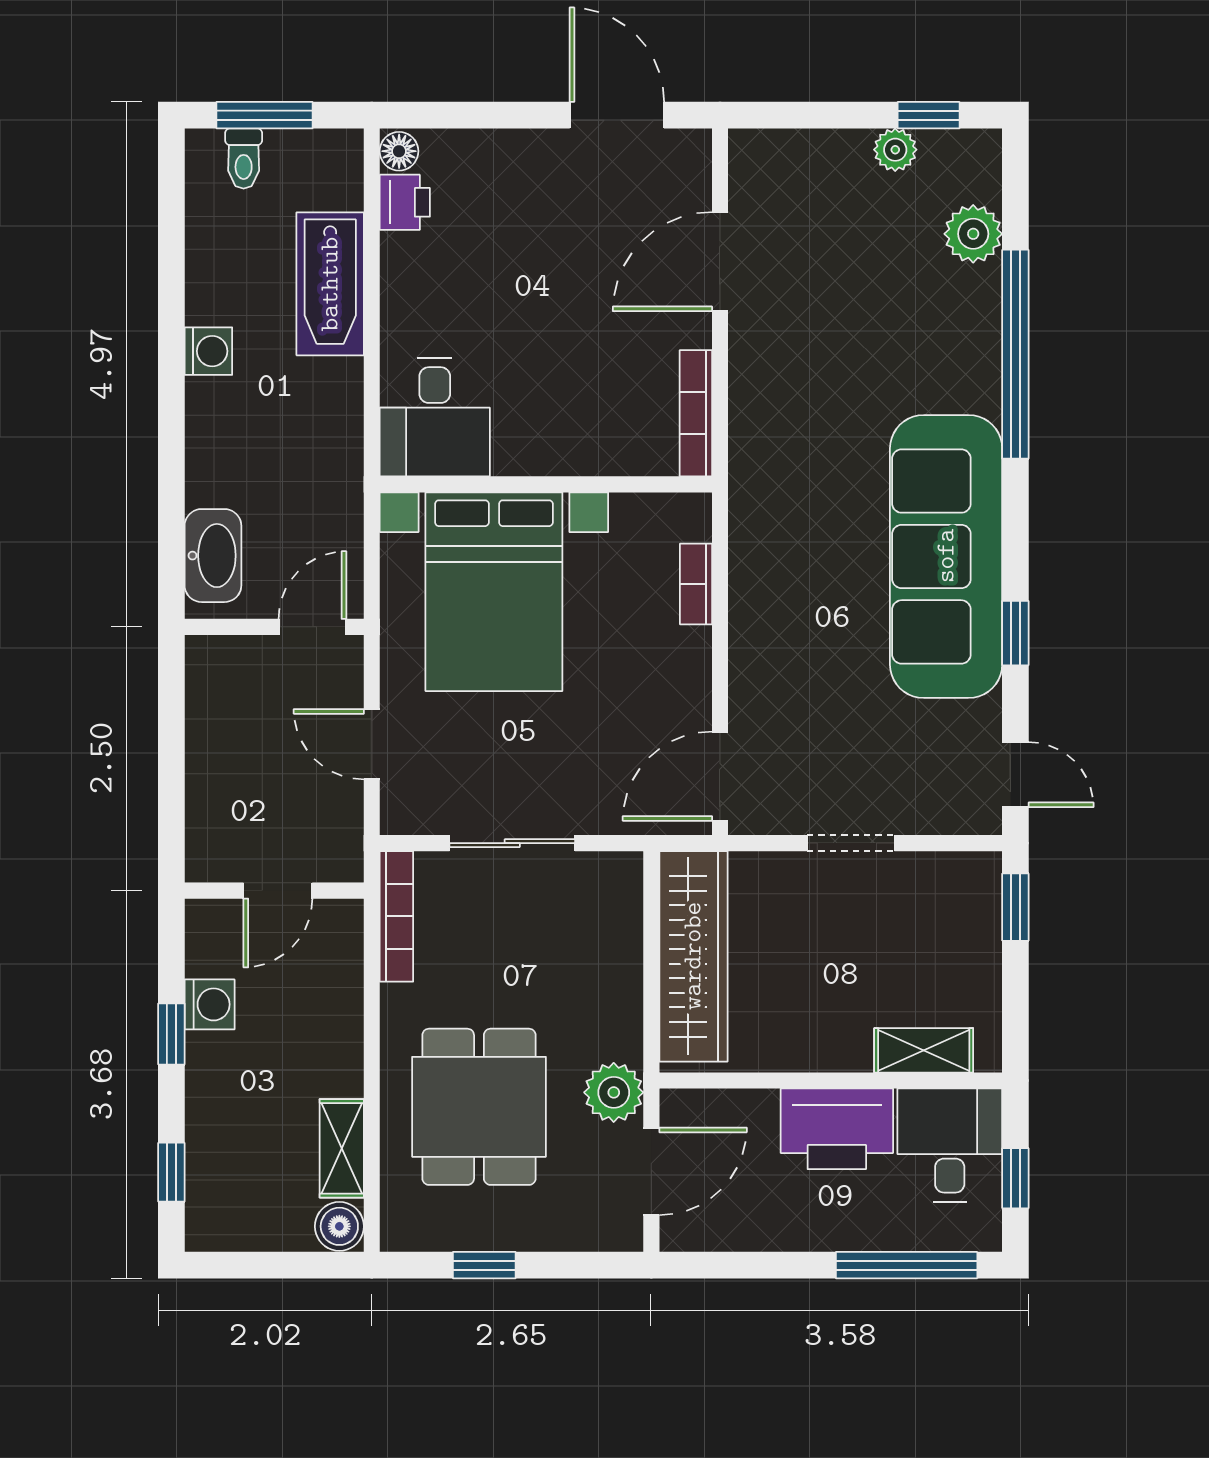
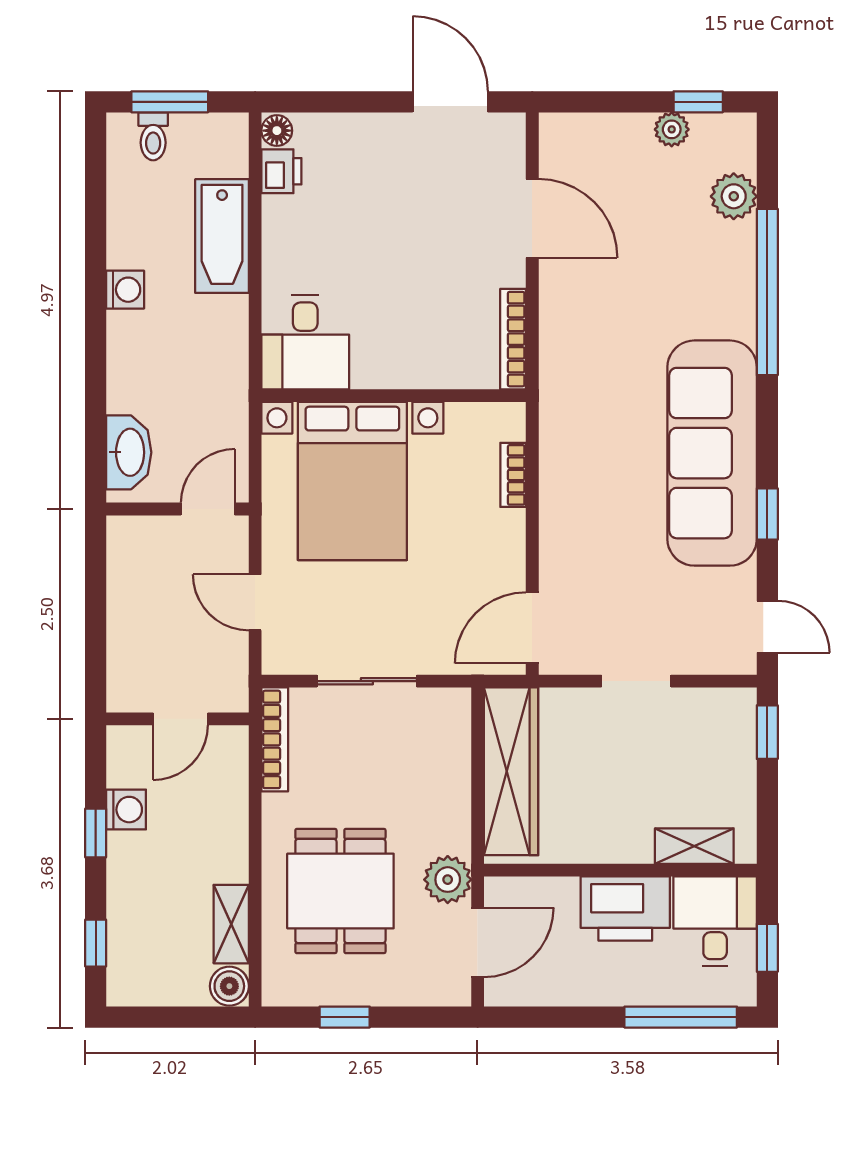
door: (720, 262) -> (532, 218), swing flipped

